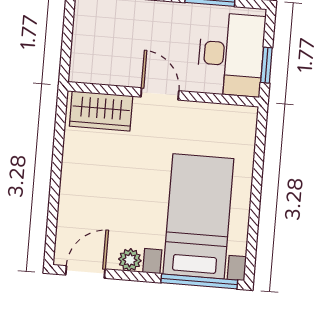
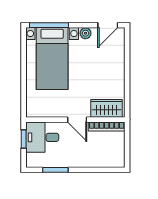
desk: (231, 54) -> (42, 137), width x0.73
bookcase: (104, 76) -> (107, 127), added

